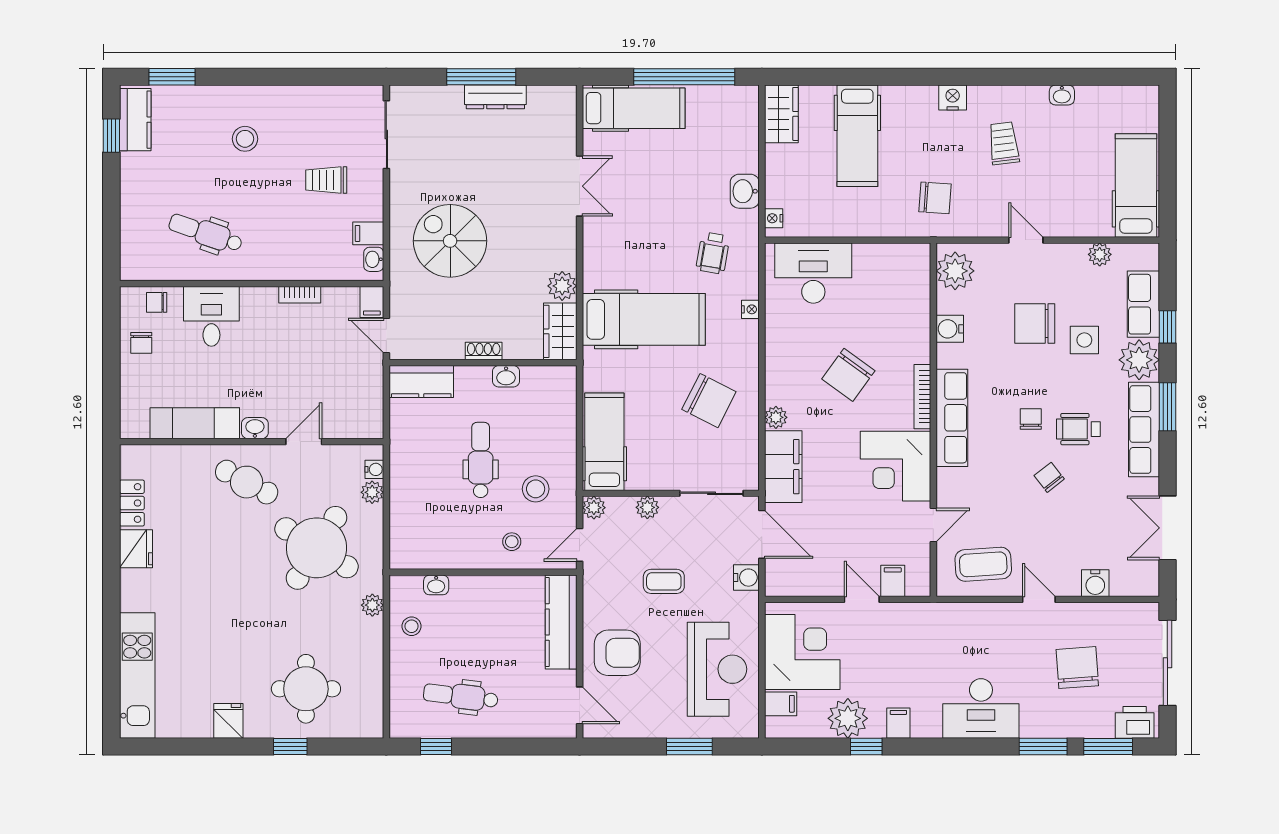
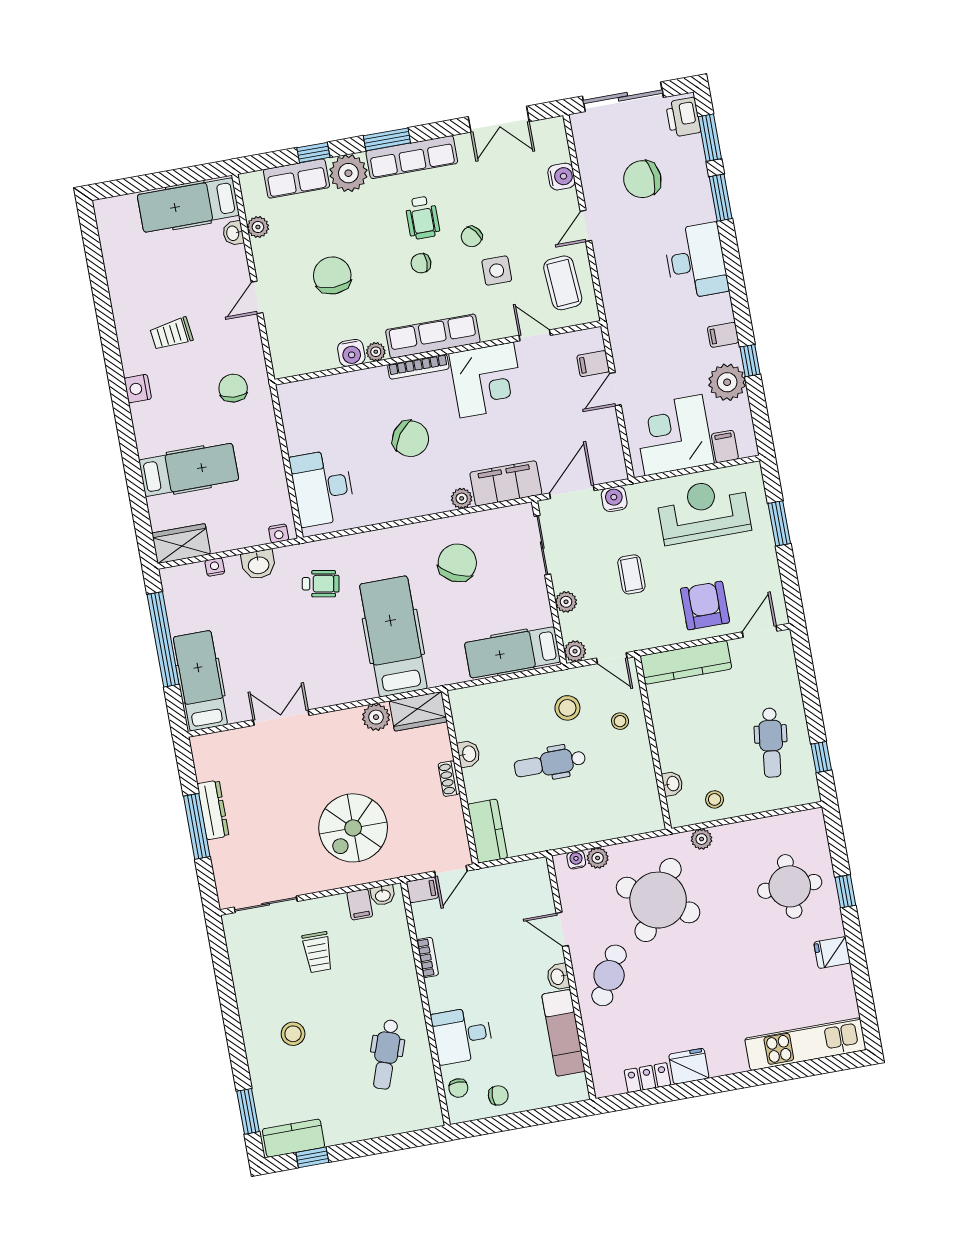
washbasin: (1062, 95) -> (233, 233), moved, turned 180
plant: (955, 271) -> (376, 352), moved, width x0.53, depth x0.53
nightstand: (750, 309) -> (215, 567), moved
chair: (1035, 323) -> (332, 275), turned 180
side table: (1084, 340) -> (497, 271), moved

